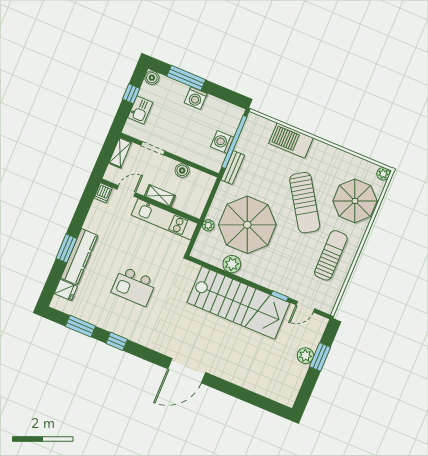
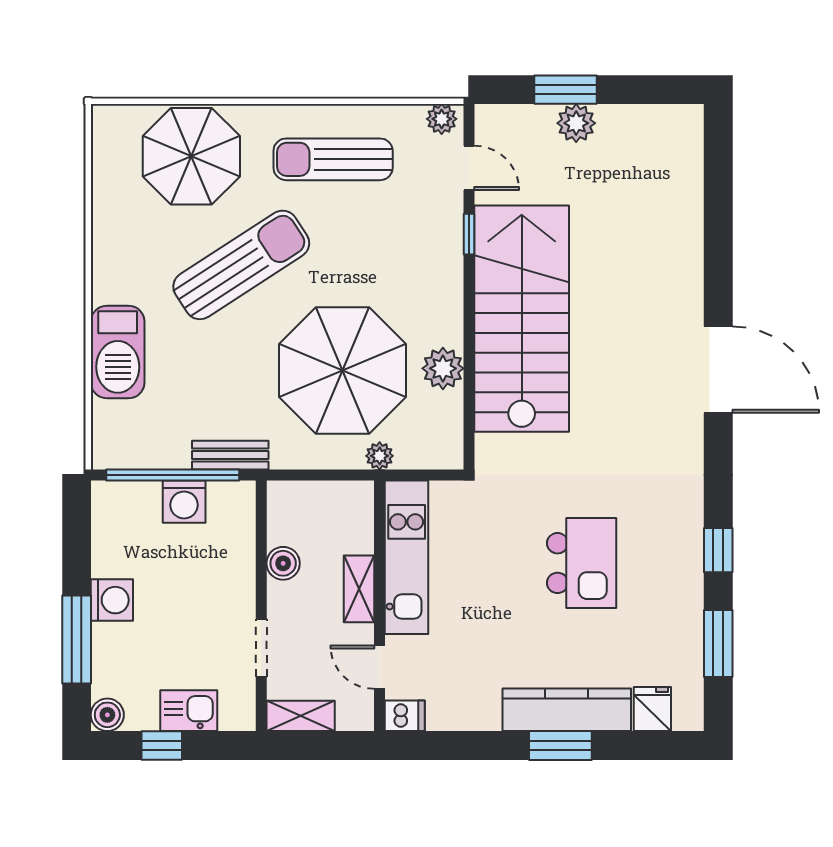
plant: (383, 174) -> (442, 119), moved

